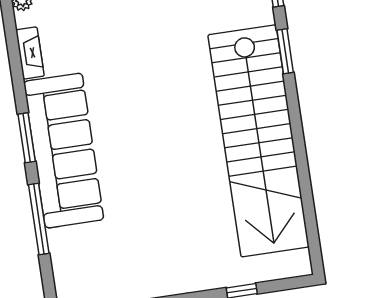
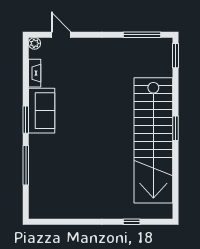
window: (285, 51) -> (175, 128), moved
sofa: (64, 151) -> (42, 111), width x0.54, depth x0.79

